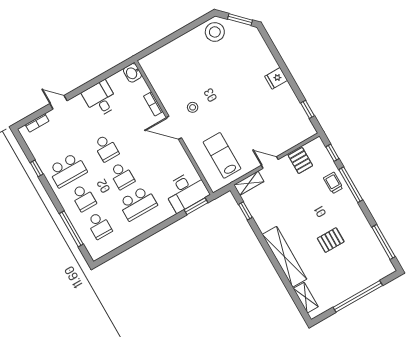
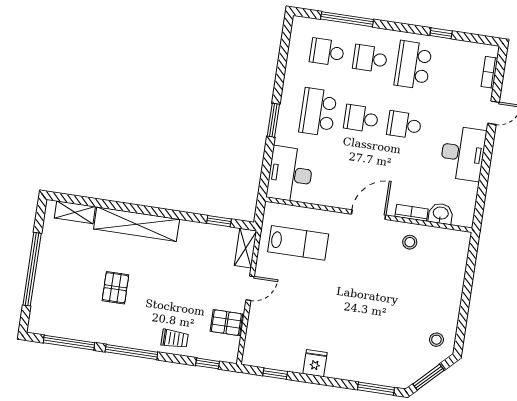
stool: (215, 32) -> (436, 340), width x0.53, depth x0.53
window: (270, 45) -> (376, 389), added
washbasin: (132, 73) -> (441, 214), moved
fridge: (276, 78) -> (315, 363), moved
desk: (100, 99) -> (463, 153), width x1.37
stool: (193, 107) -> (410, 242), moved
window: (351, 185) -> (131, 352), moved
window: (196, 206) -> (273, 120), moved

